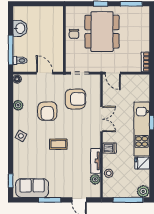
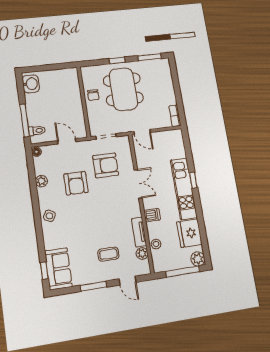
washbasin: (20, 28) -> (31, 84), moved
coffee table: (58, 144) -> (108, 254), moved
fridge: (142, 163) -> (189, 233), width x1.88, depth x1.34
sofa: (32, 188) -> (58, 269), moved, turned 90

